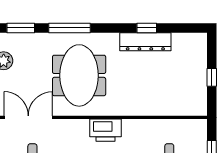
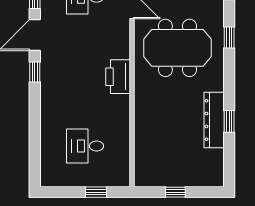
window: (70, 28) -> (229, 38), width x0.46

